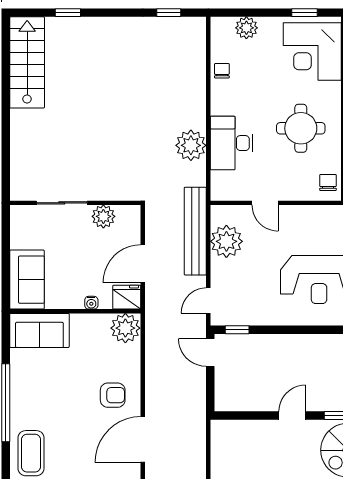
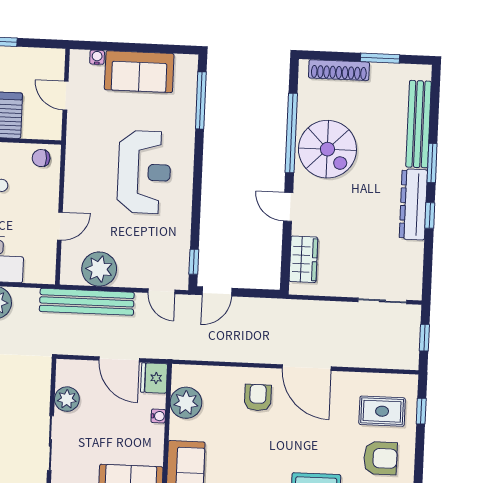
plant: (125, 328) -> (186, 403), moved
wardrobe: (244, 432) -> (303, 259), added

